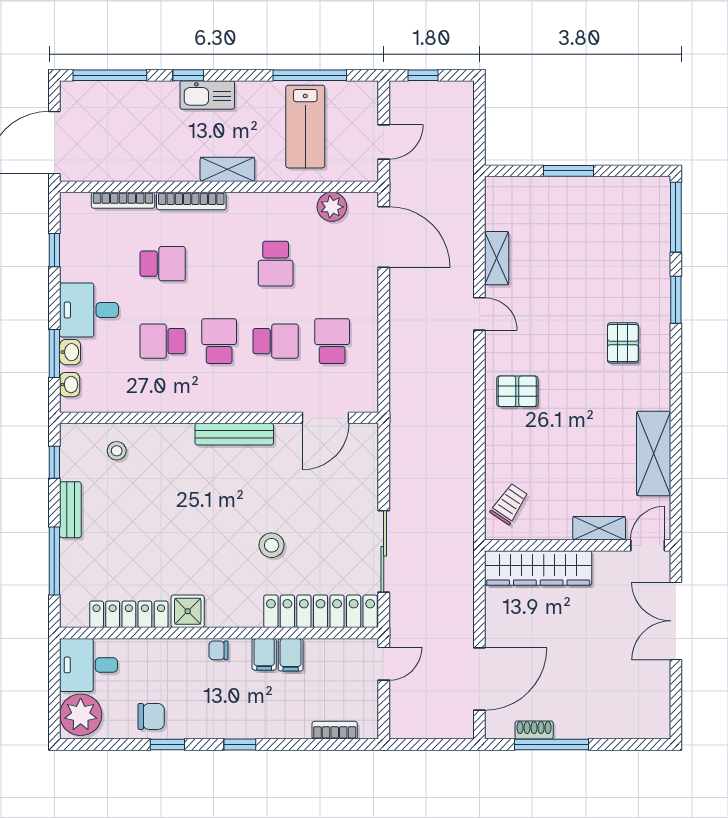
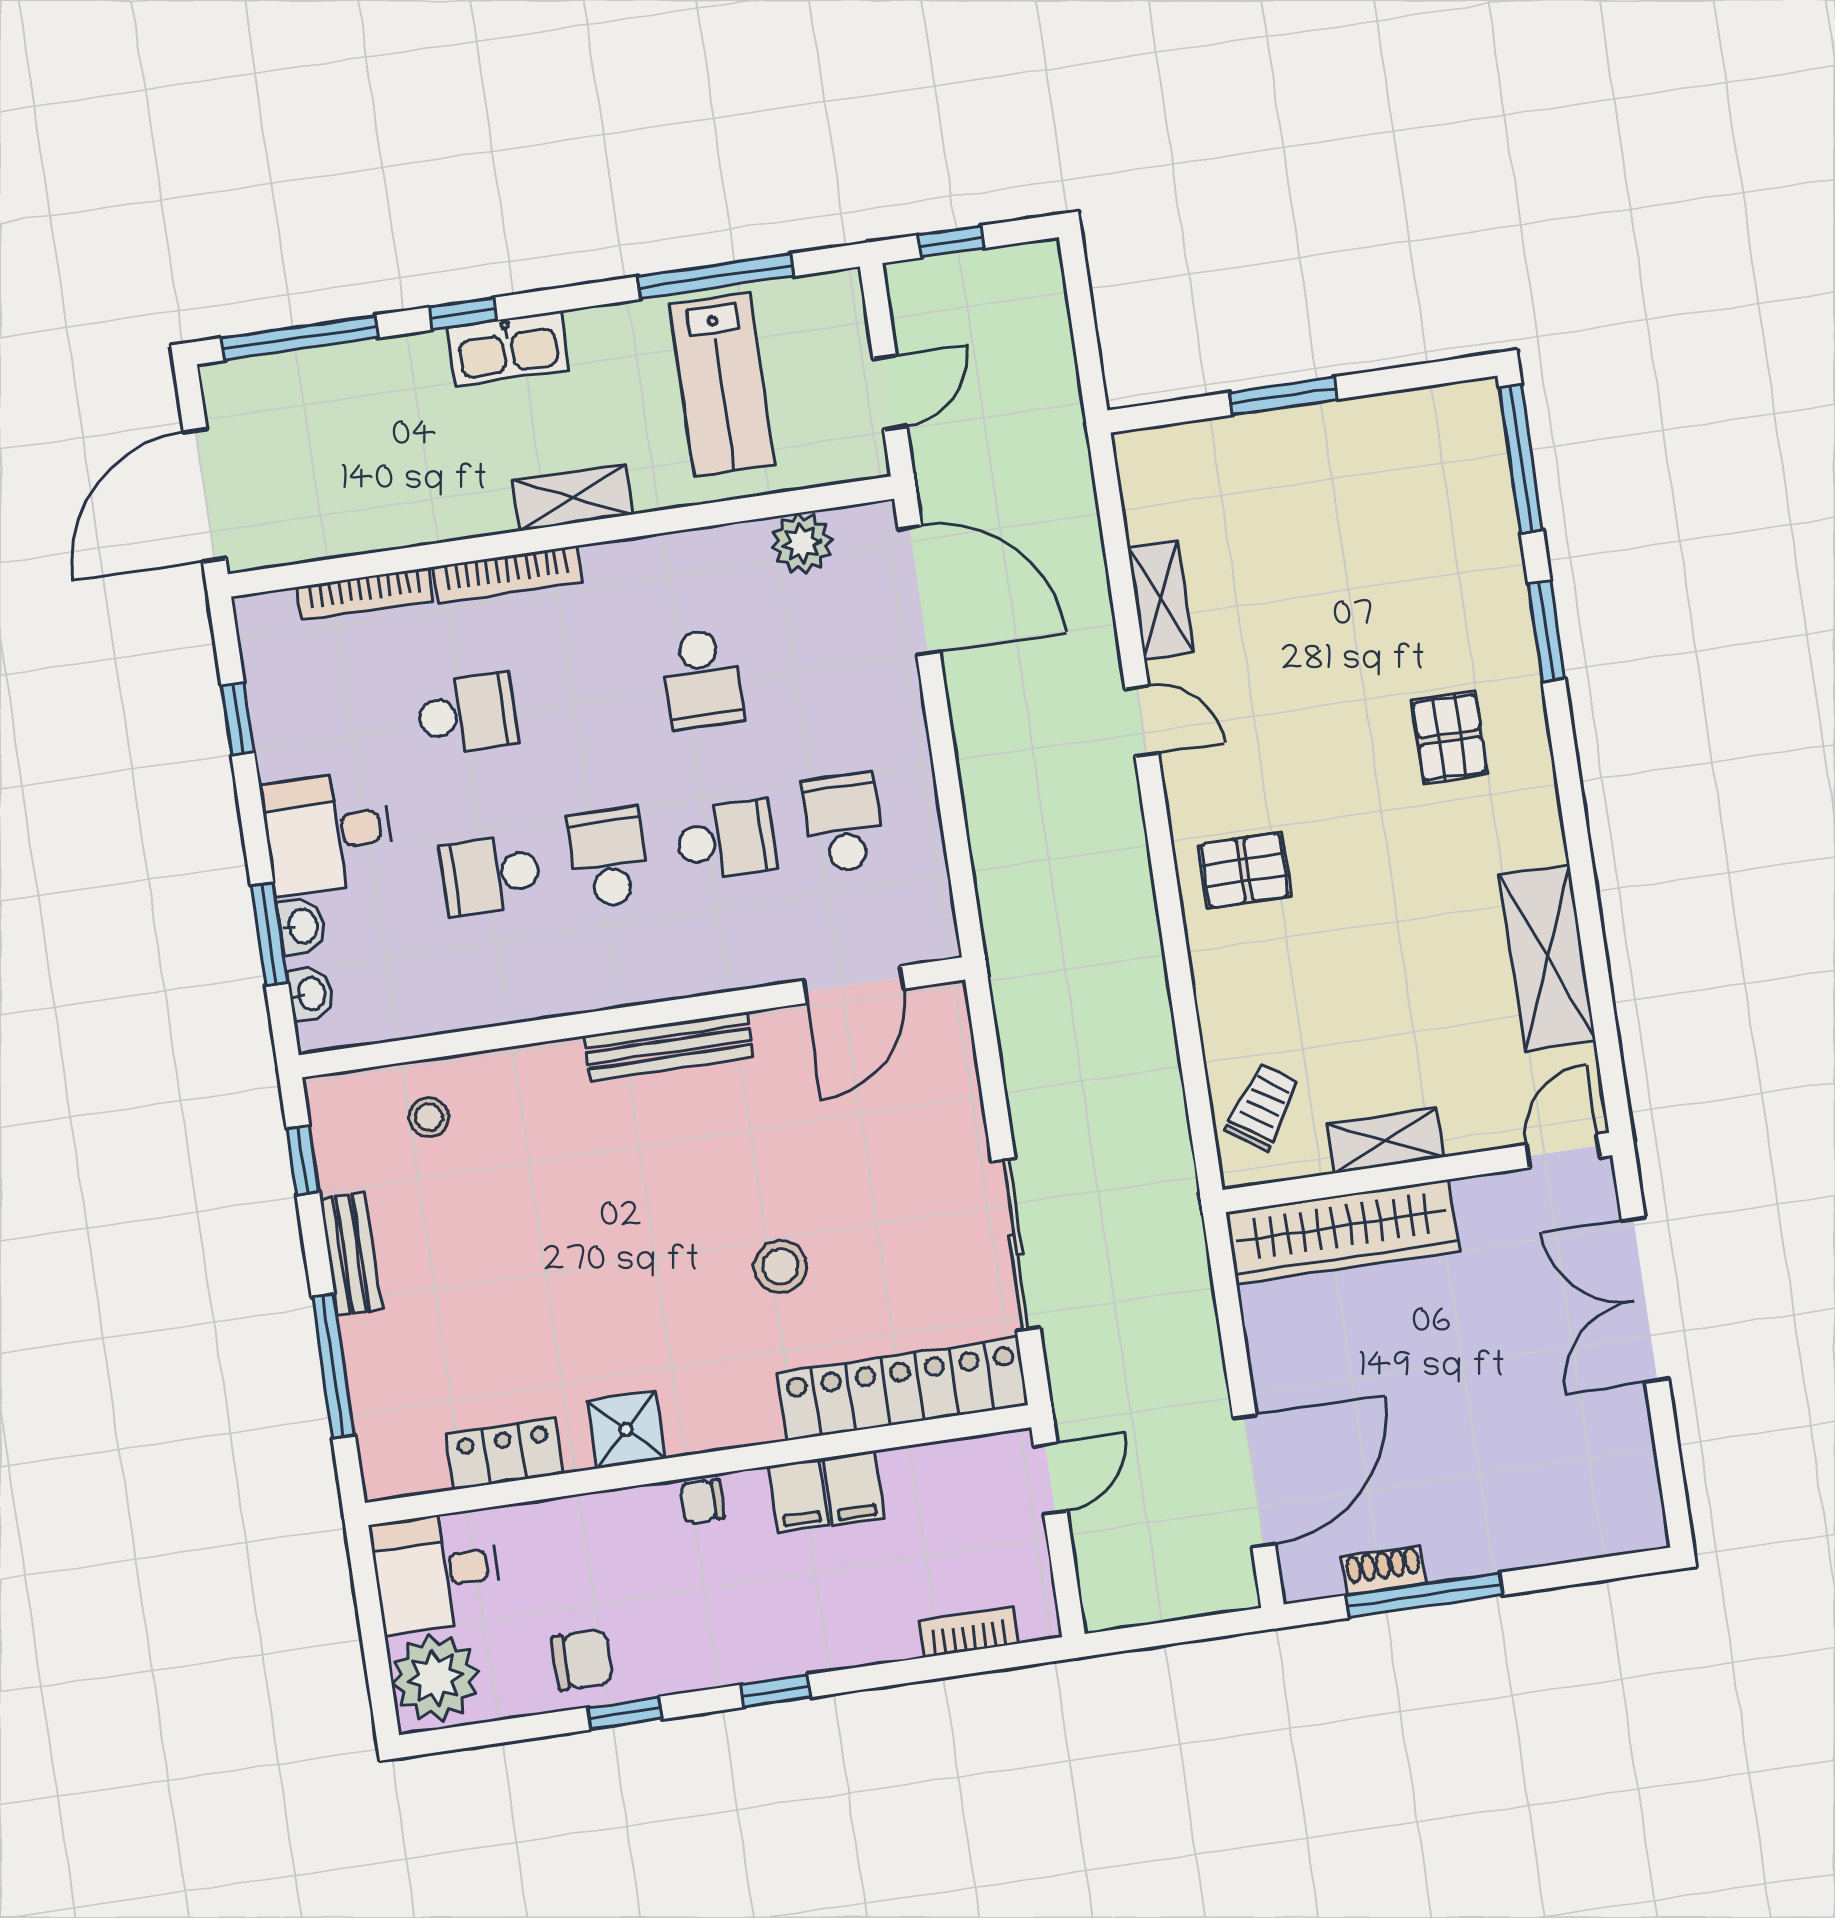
shelving: (599, 528) -> (1385, 1141), moved
locker: (129, 614) -> (504, 1454), width x0.66

